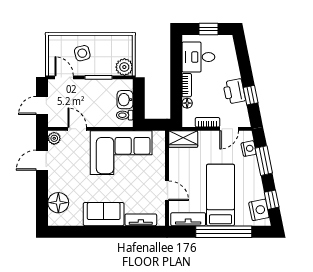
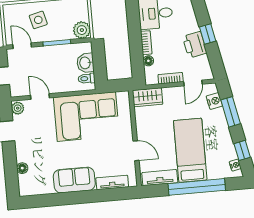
window: (251, 95) -> (208, 34), moved
floor lamp: (58, 203) -> (22, 168), width x0.53, depth x0.53
nightstand: (259, 210) -> (235, 165), width x0.53, depth x0.56

